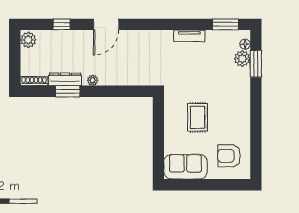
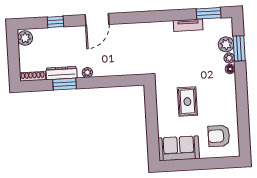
tv unit: (189, 36) -> (188, 25), moved
floor lamp: (245, 44) -> (230, 69), moved
plant: (245, 73) -> (229, 58), added

